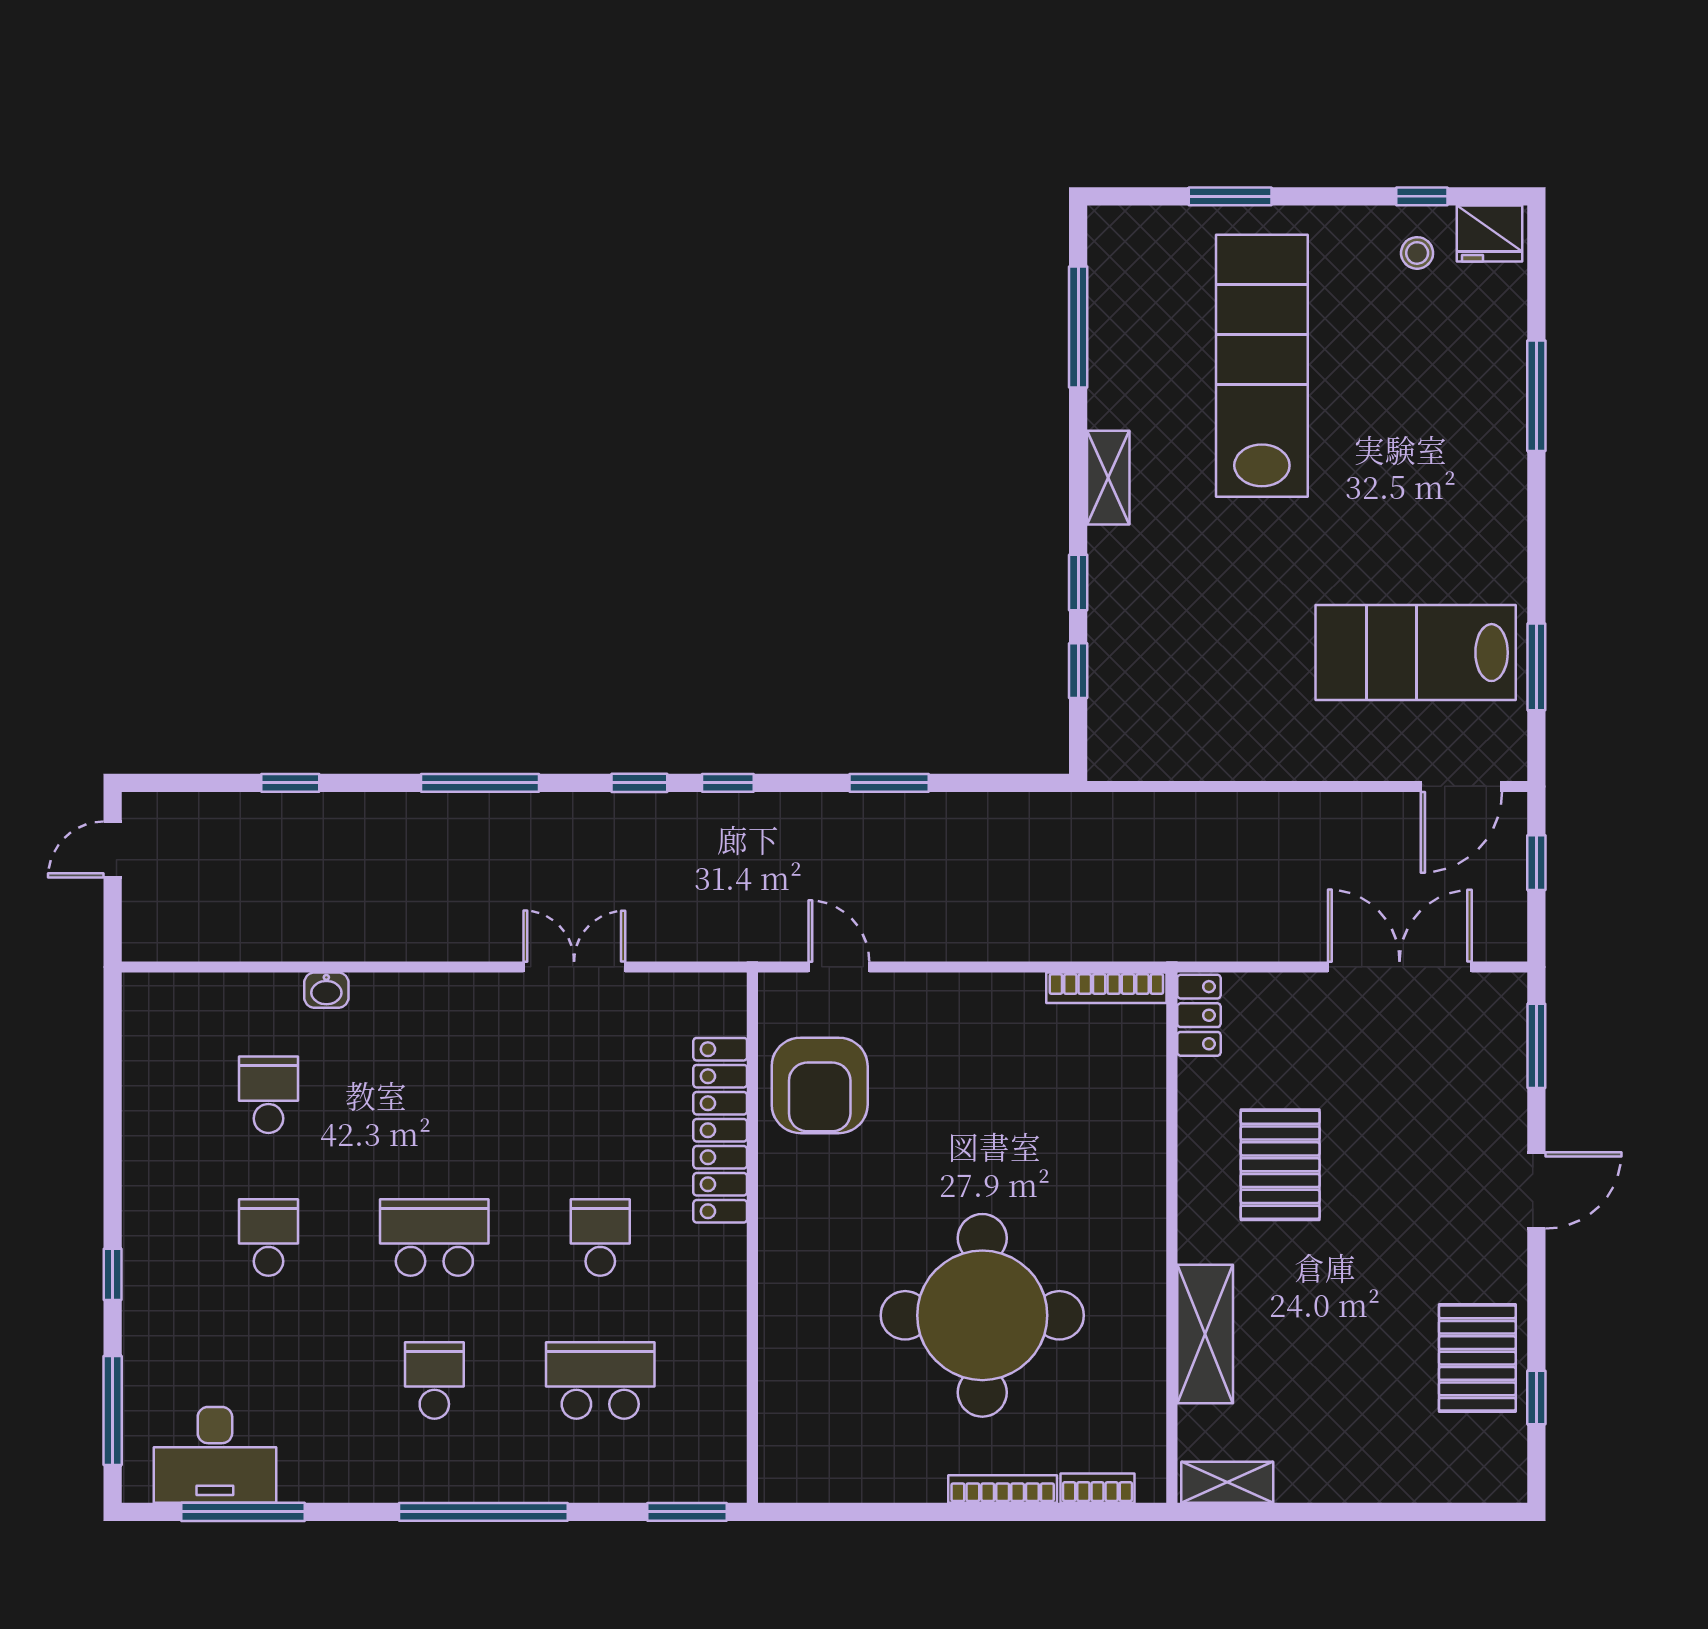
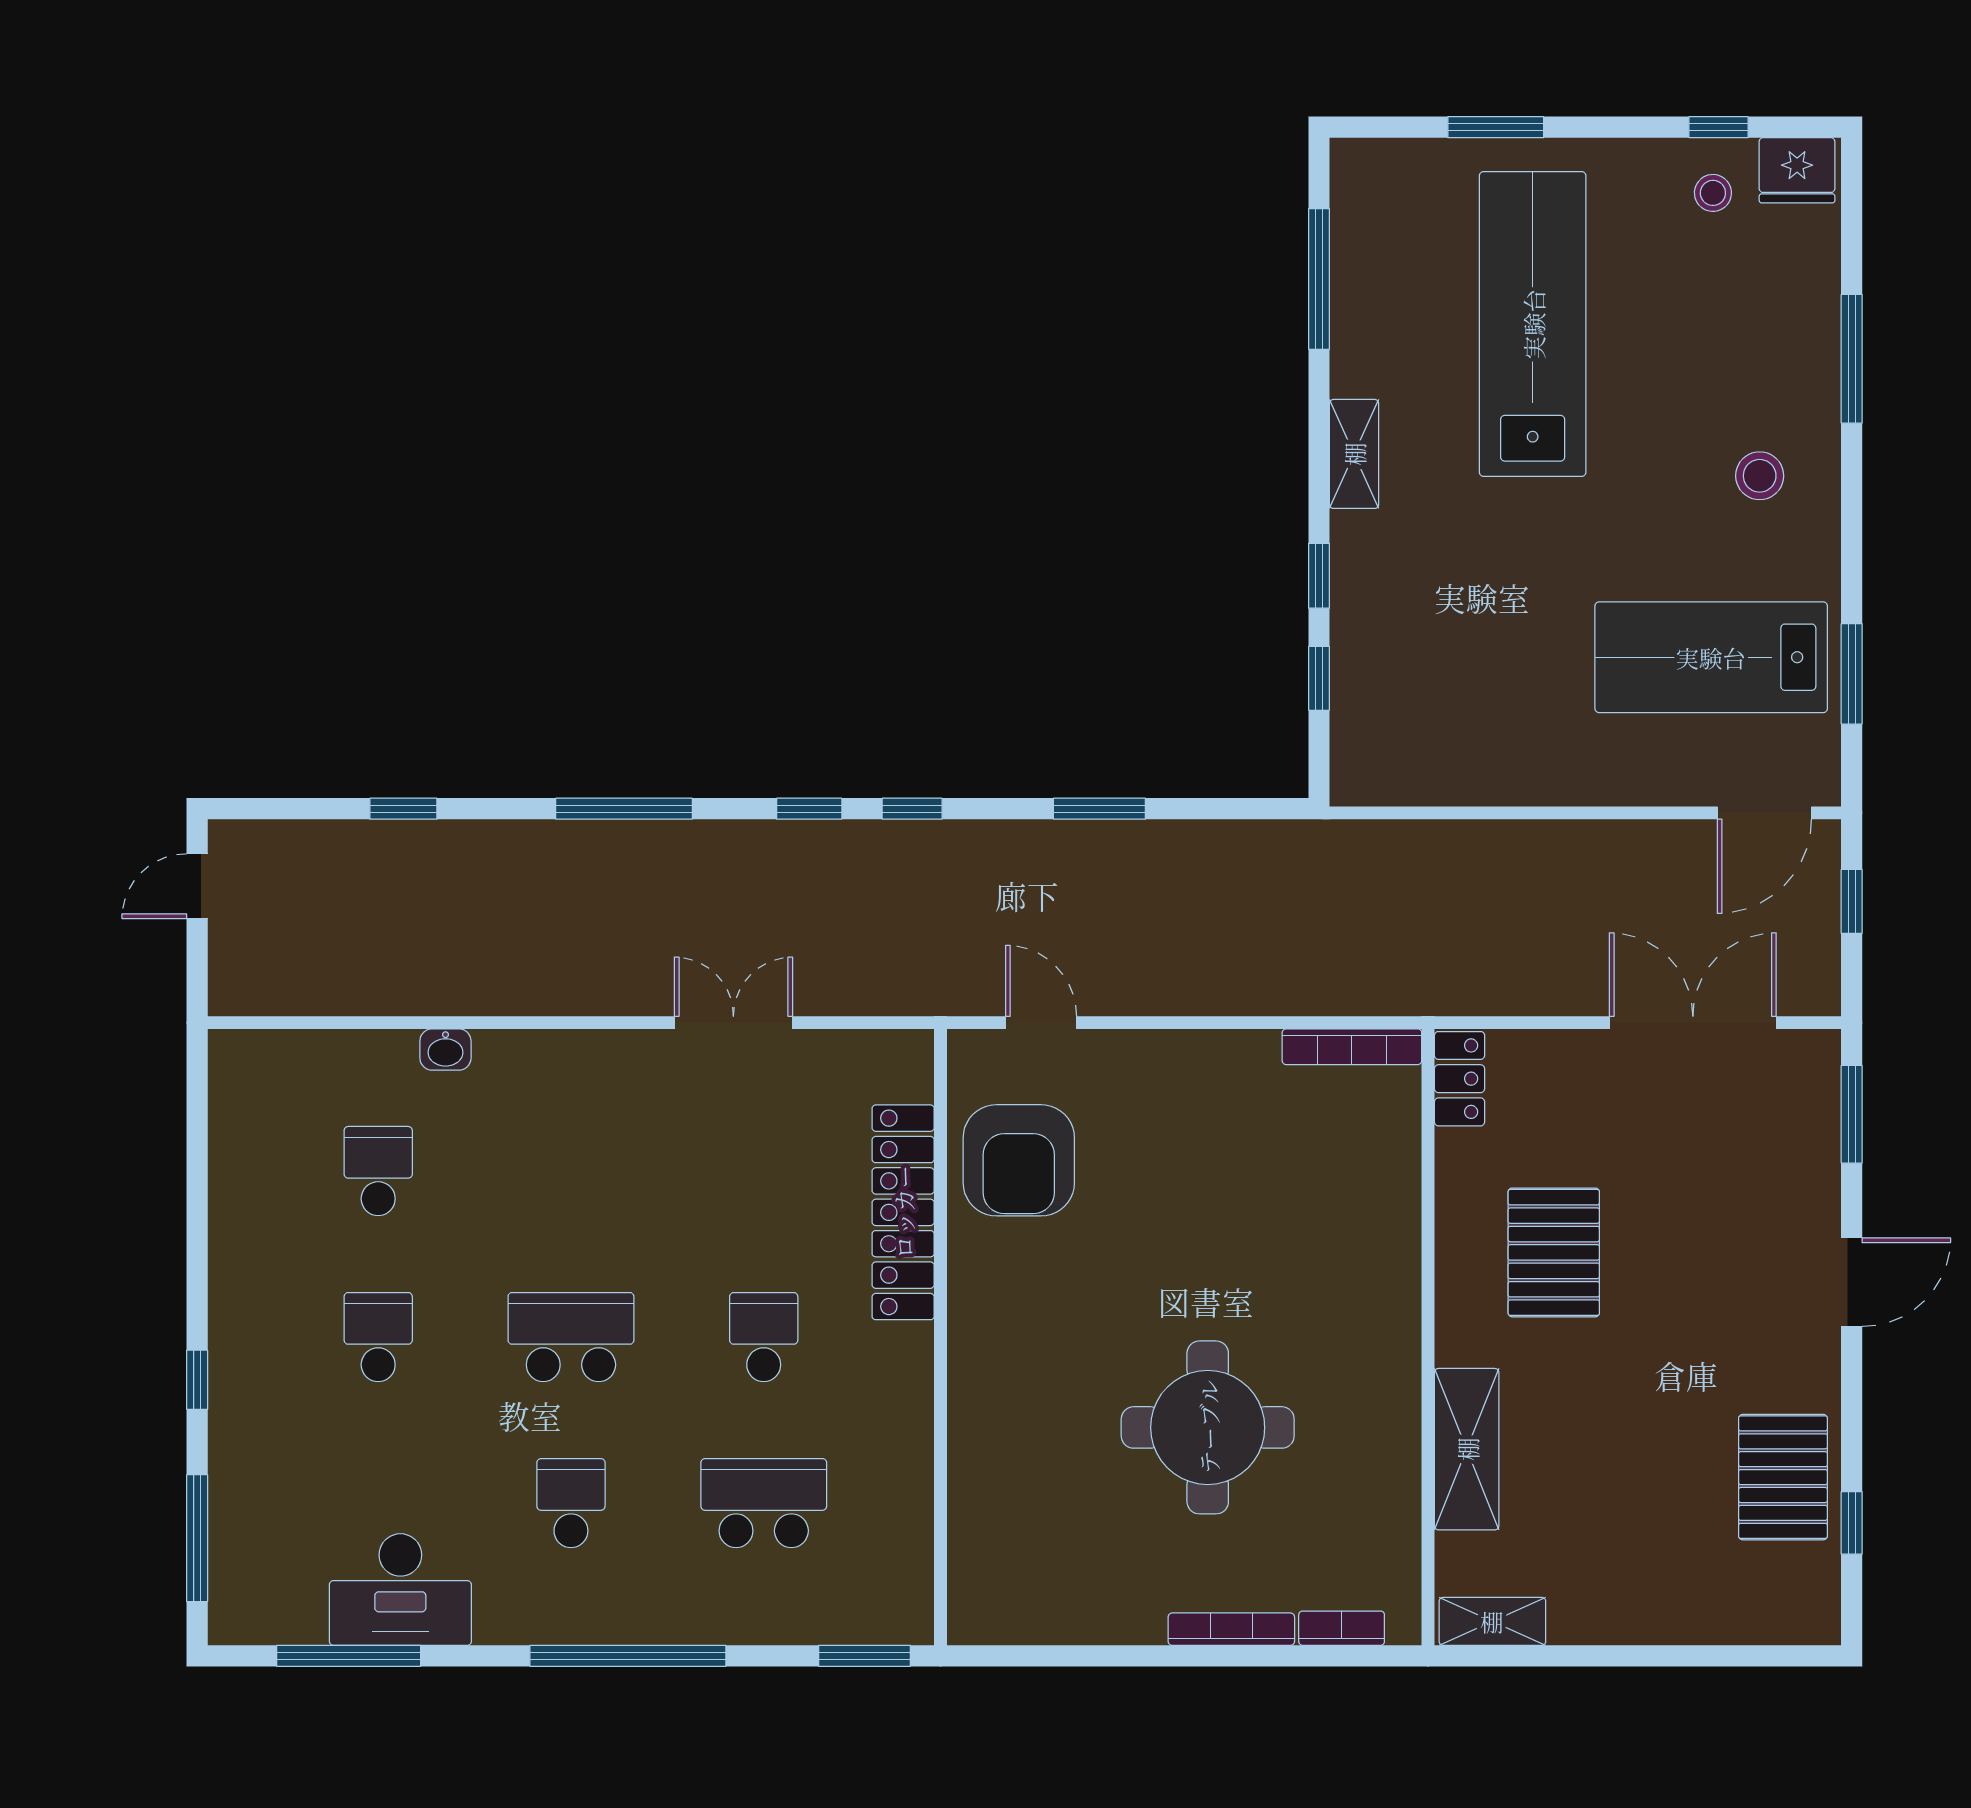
stool: (1457, 496) -> (1760, 476), added
round table: (982, 1315) -> (1208, 1427), width x0.73, depth x0.73
desk: (215, 1455) -> (400, 1590), moved

